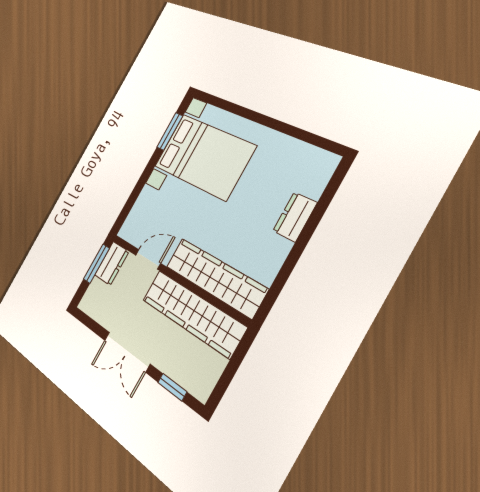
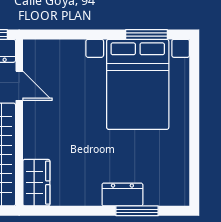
window: (319, 211) -> (137, 211), added
wardrobe: (215, 277) -> (36, 183), width x0.48, depth x0.85

